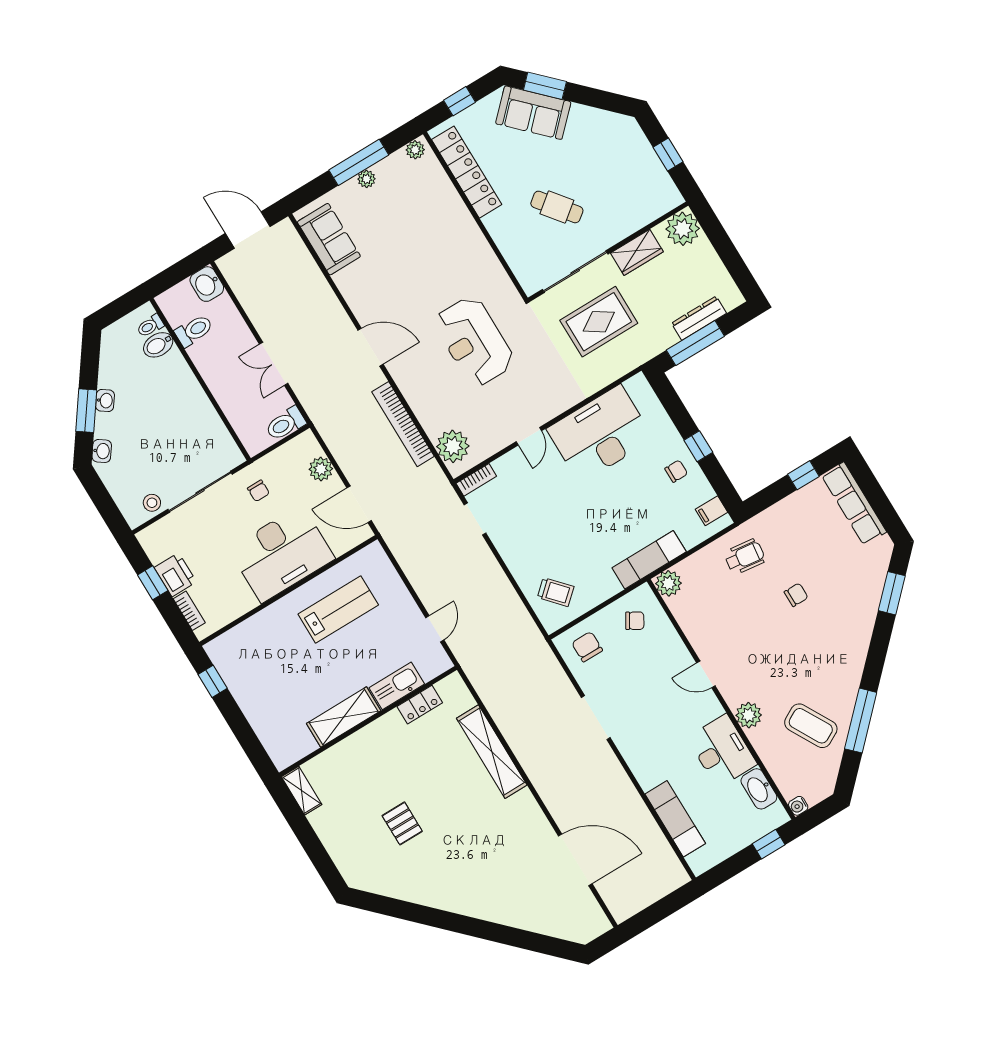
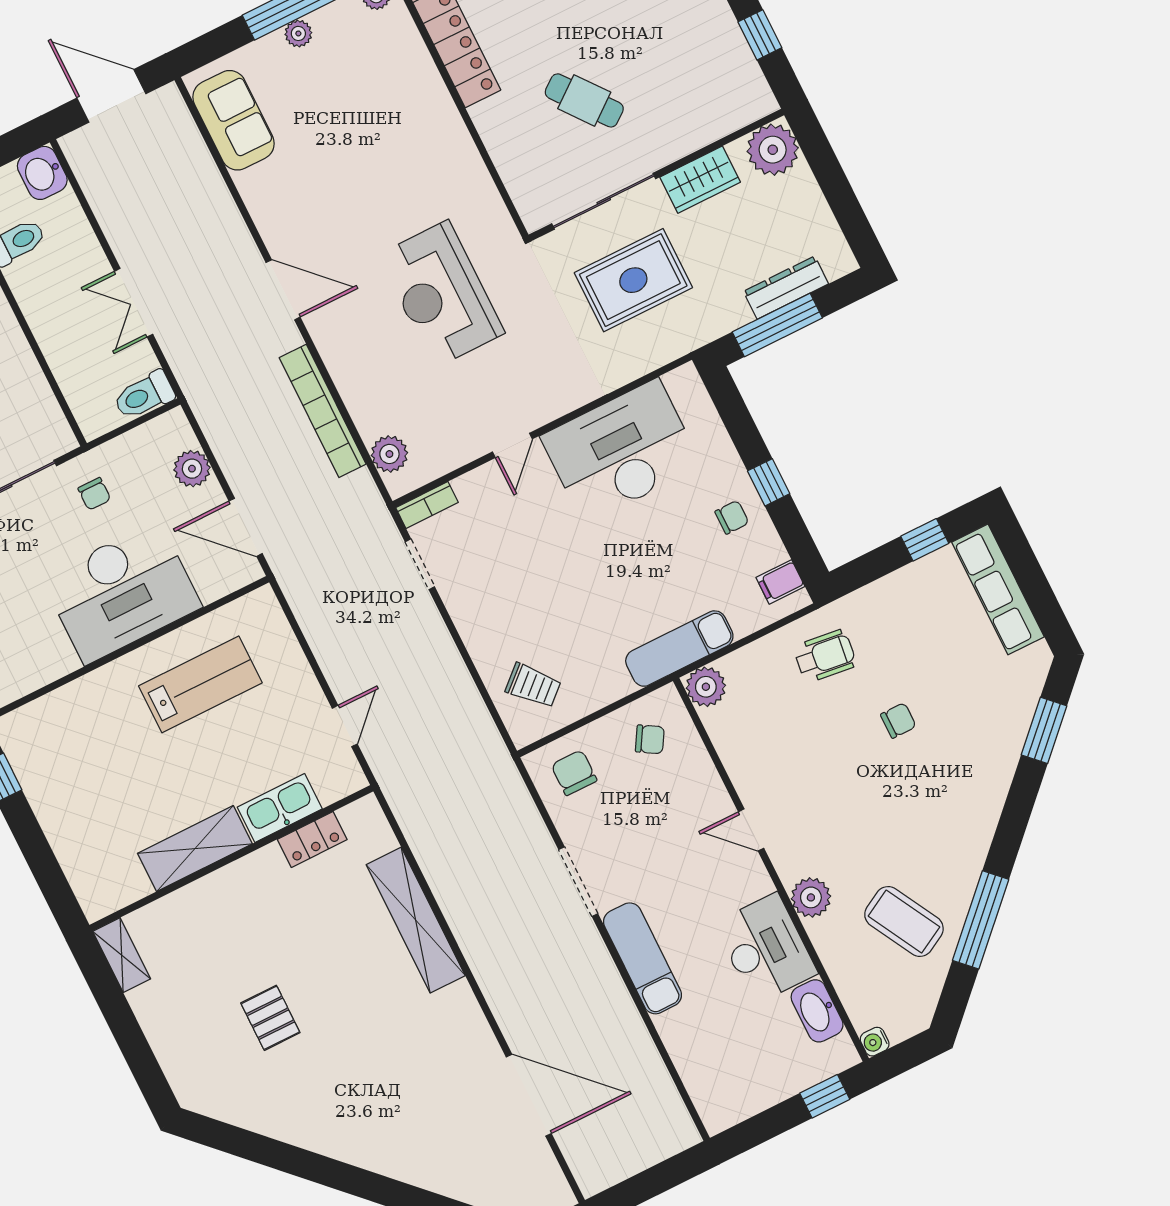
plant: (453, 446) -> (389, 454), width x0.73, depth x0.73
exam couch: (675, 819) -> (642, 958), moved

